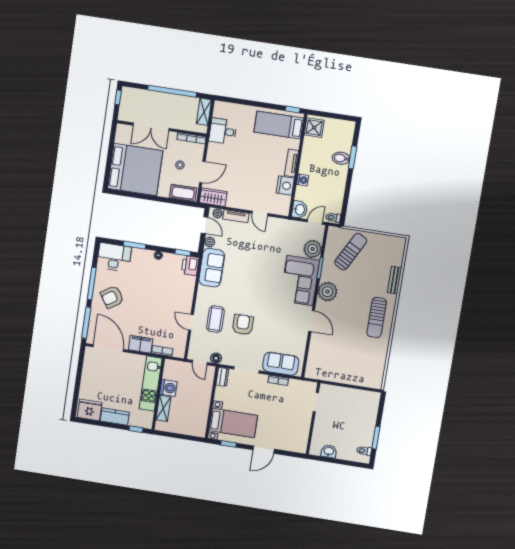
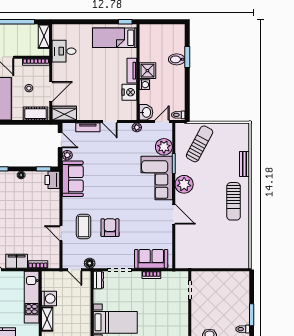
shower: (314, 128) -> (147, 71), moved
plant: (218, 213) -> (137, 127), moved

